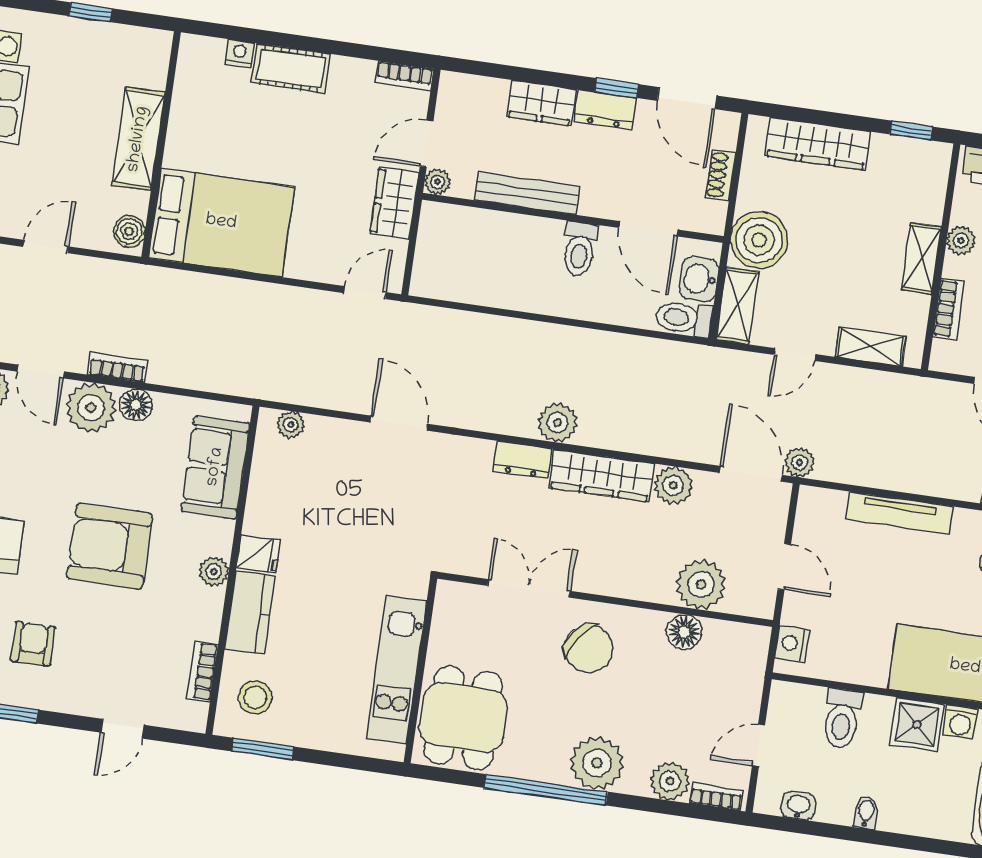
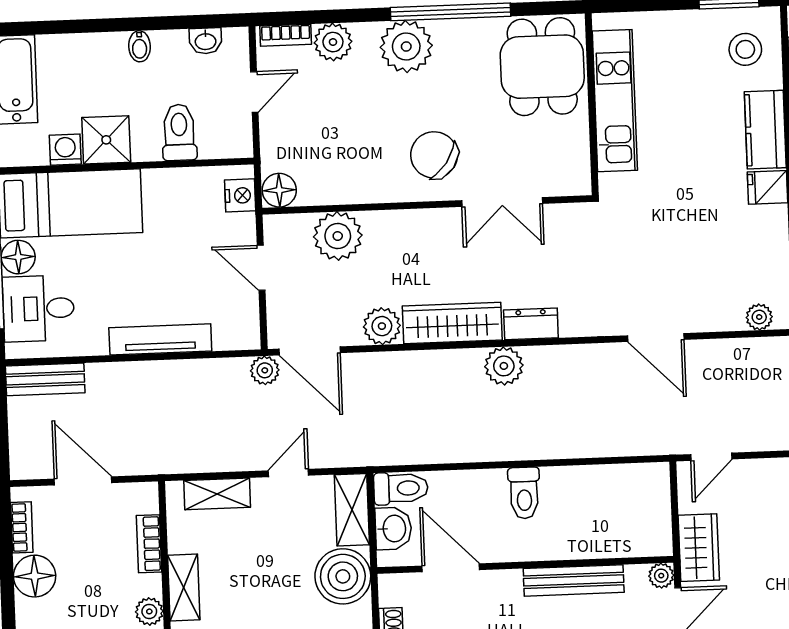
toilet: (580, 249) -> (524, 493), moved, turned 180
floor lamp: (684, 632) -> (279, 190), moved

